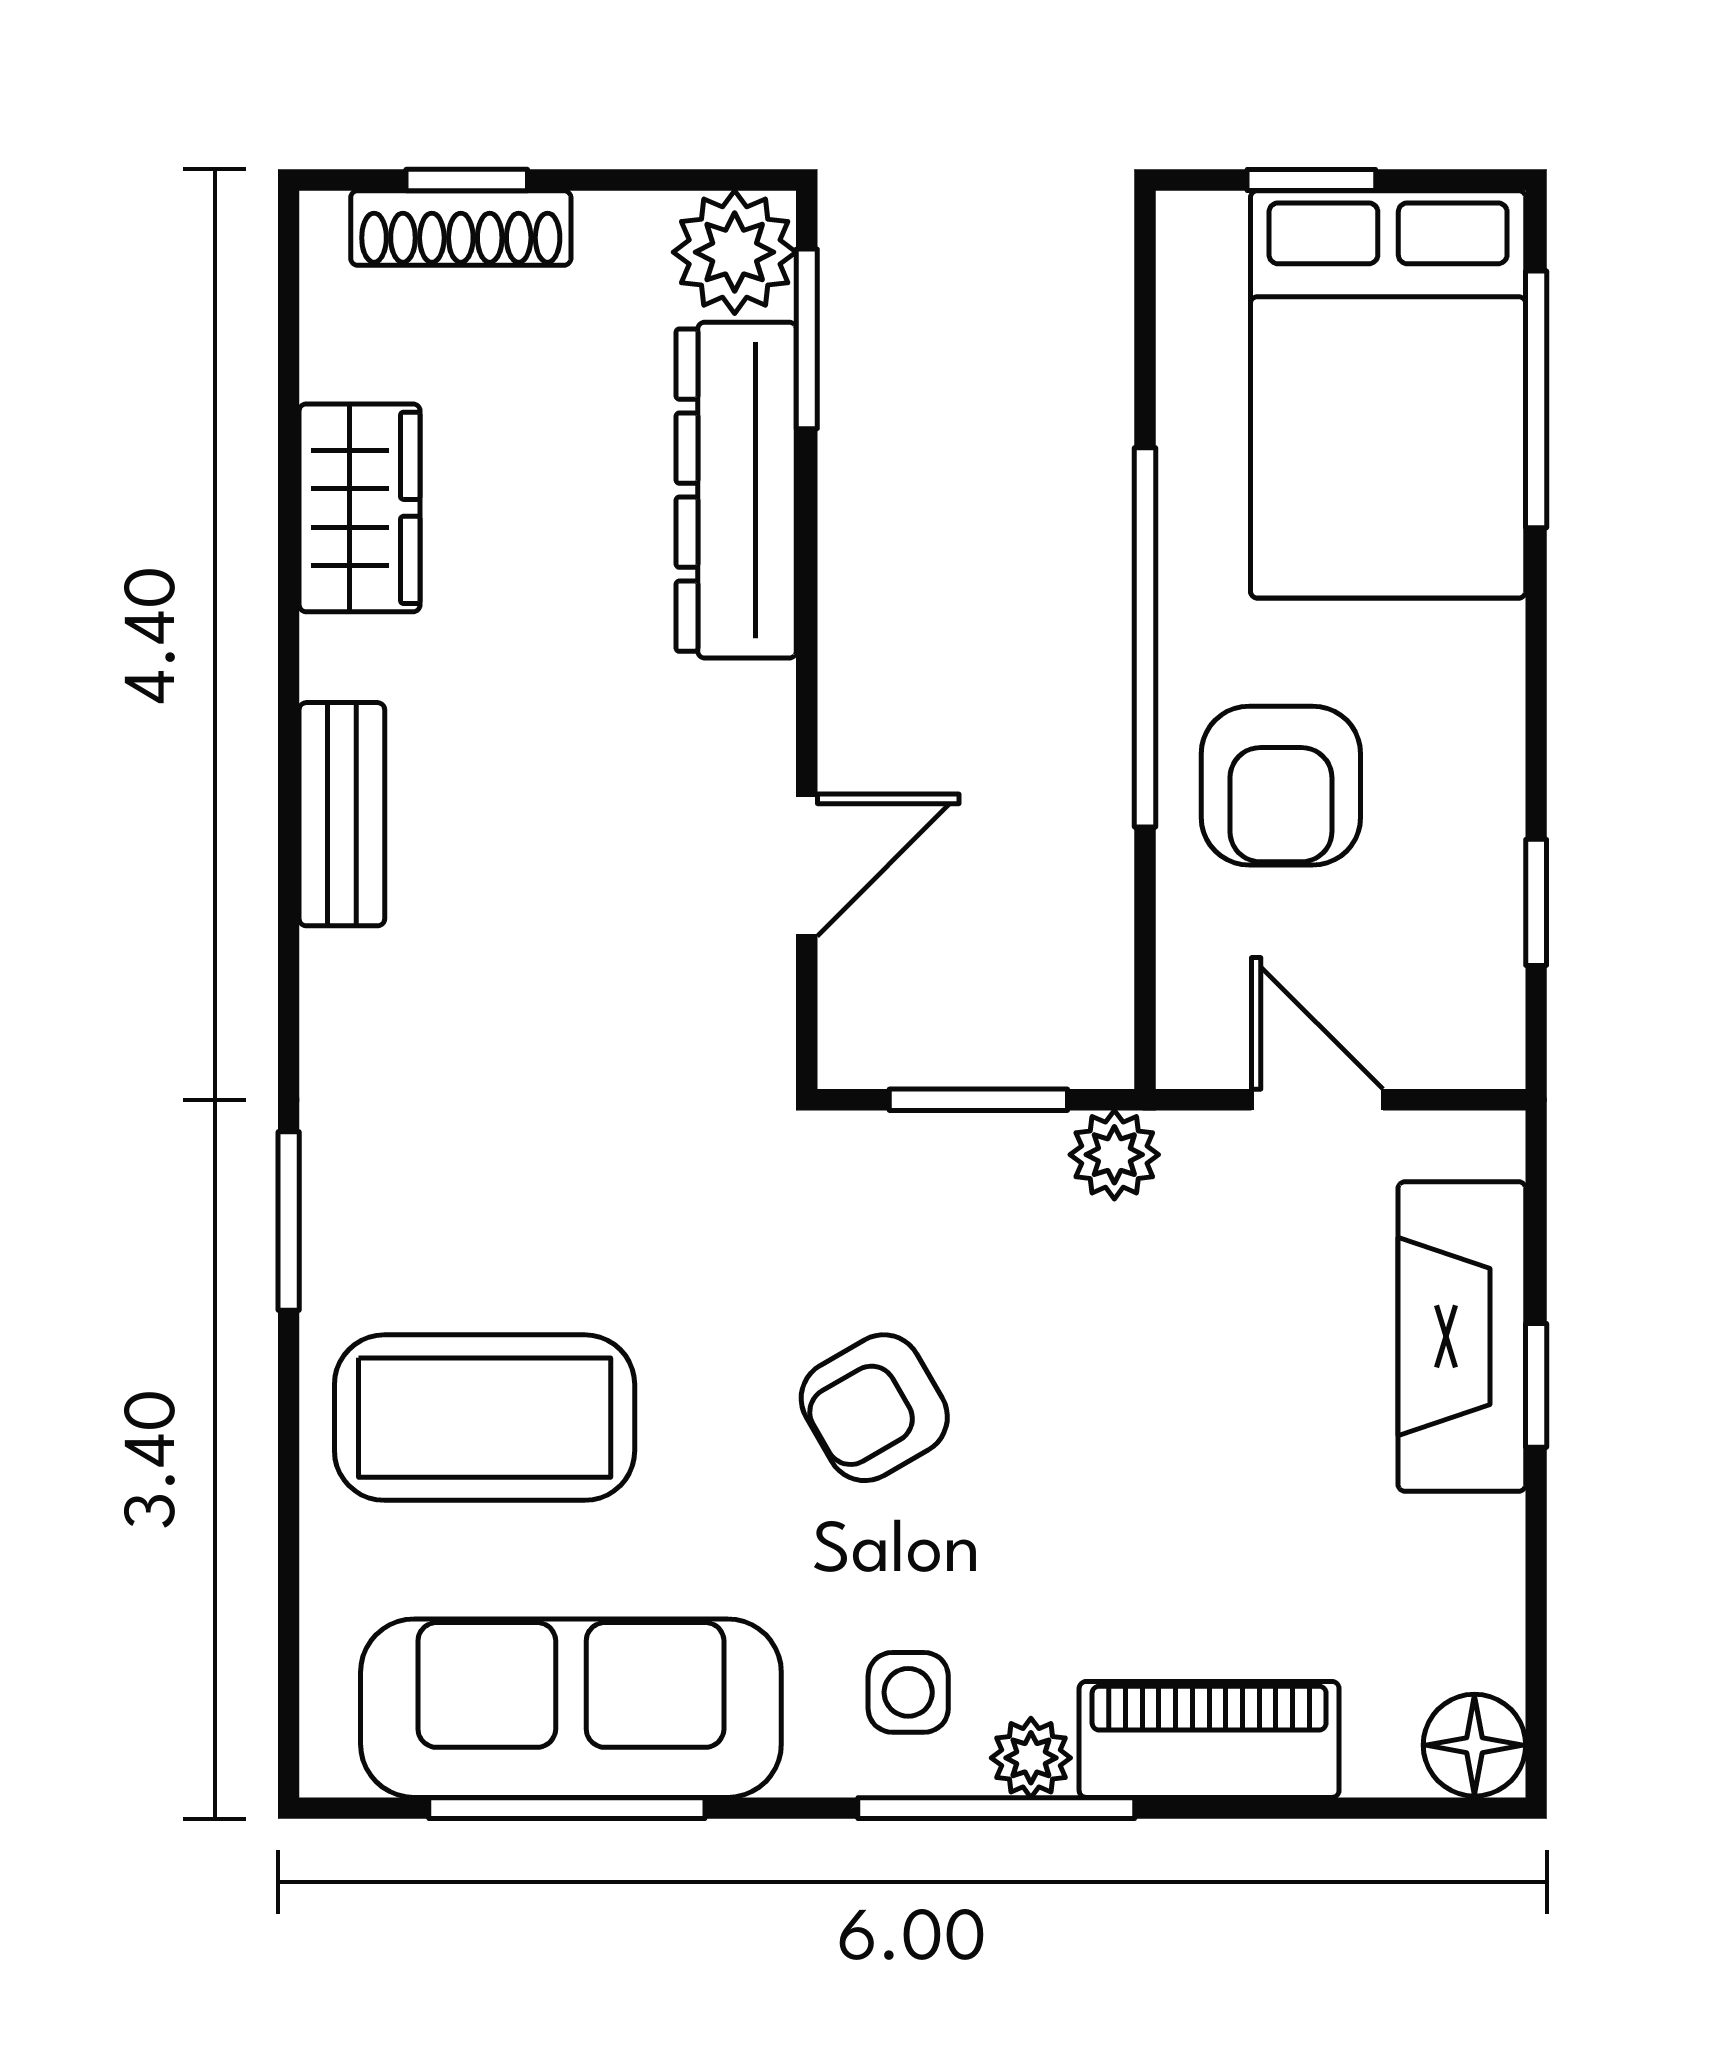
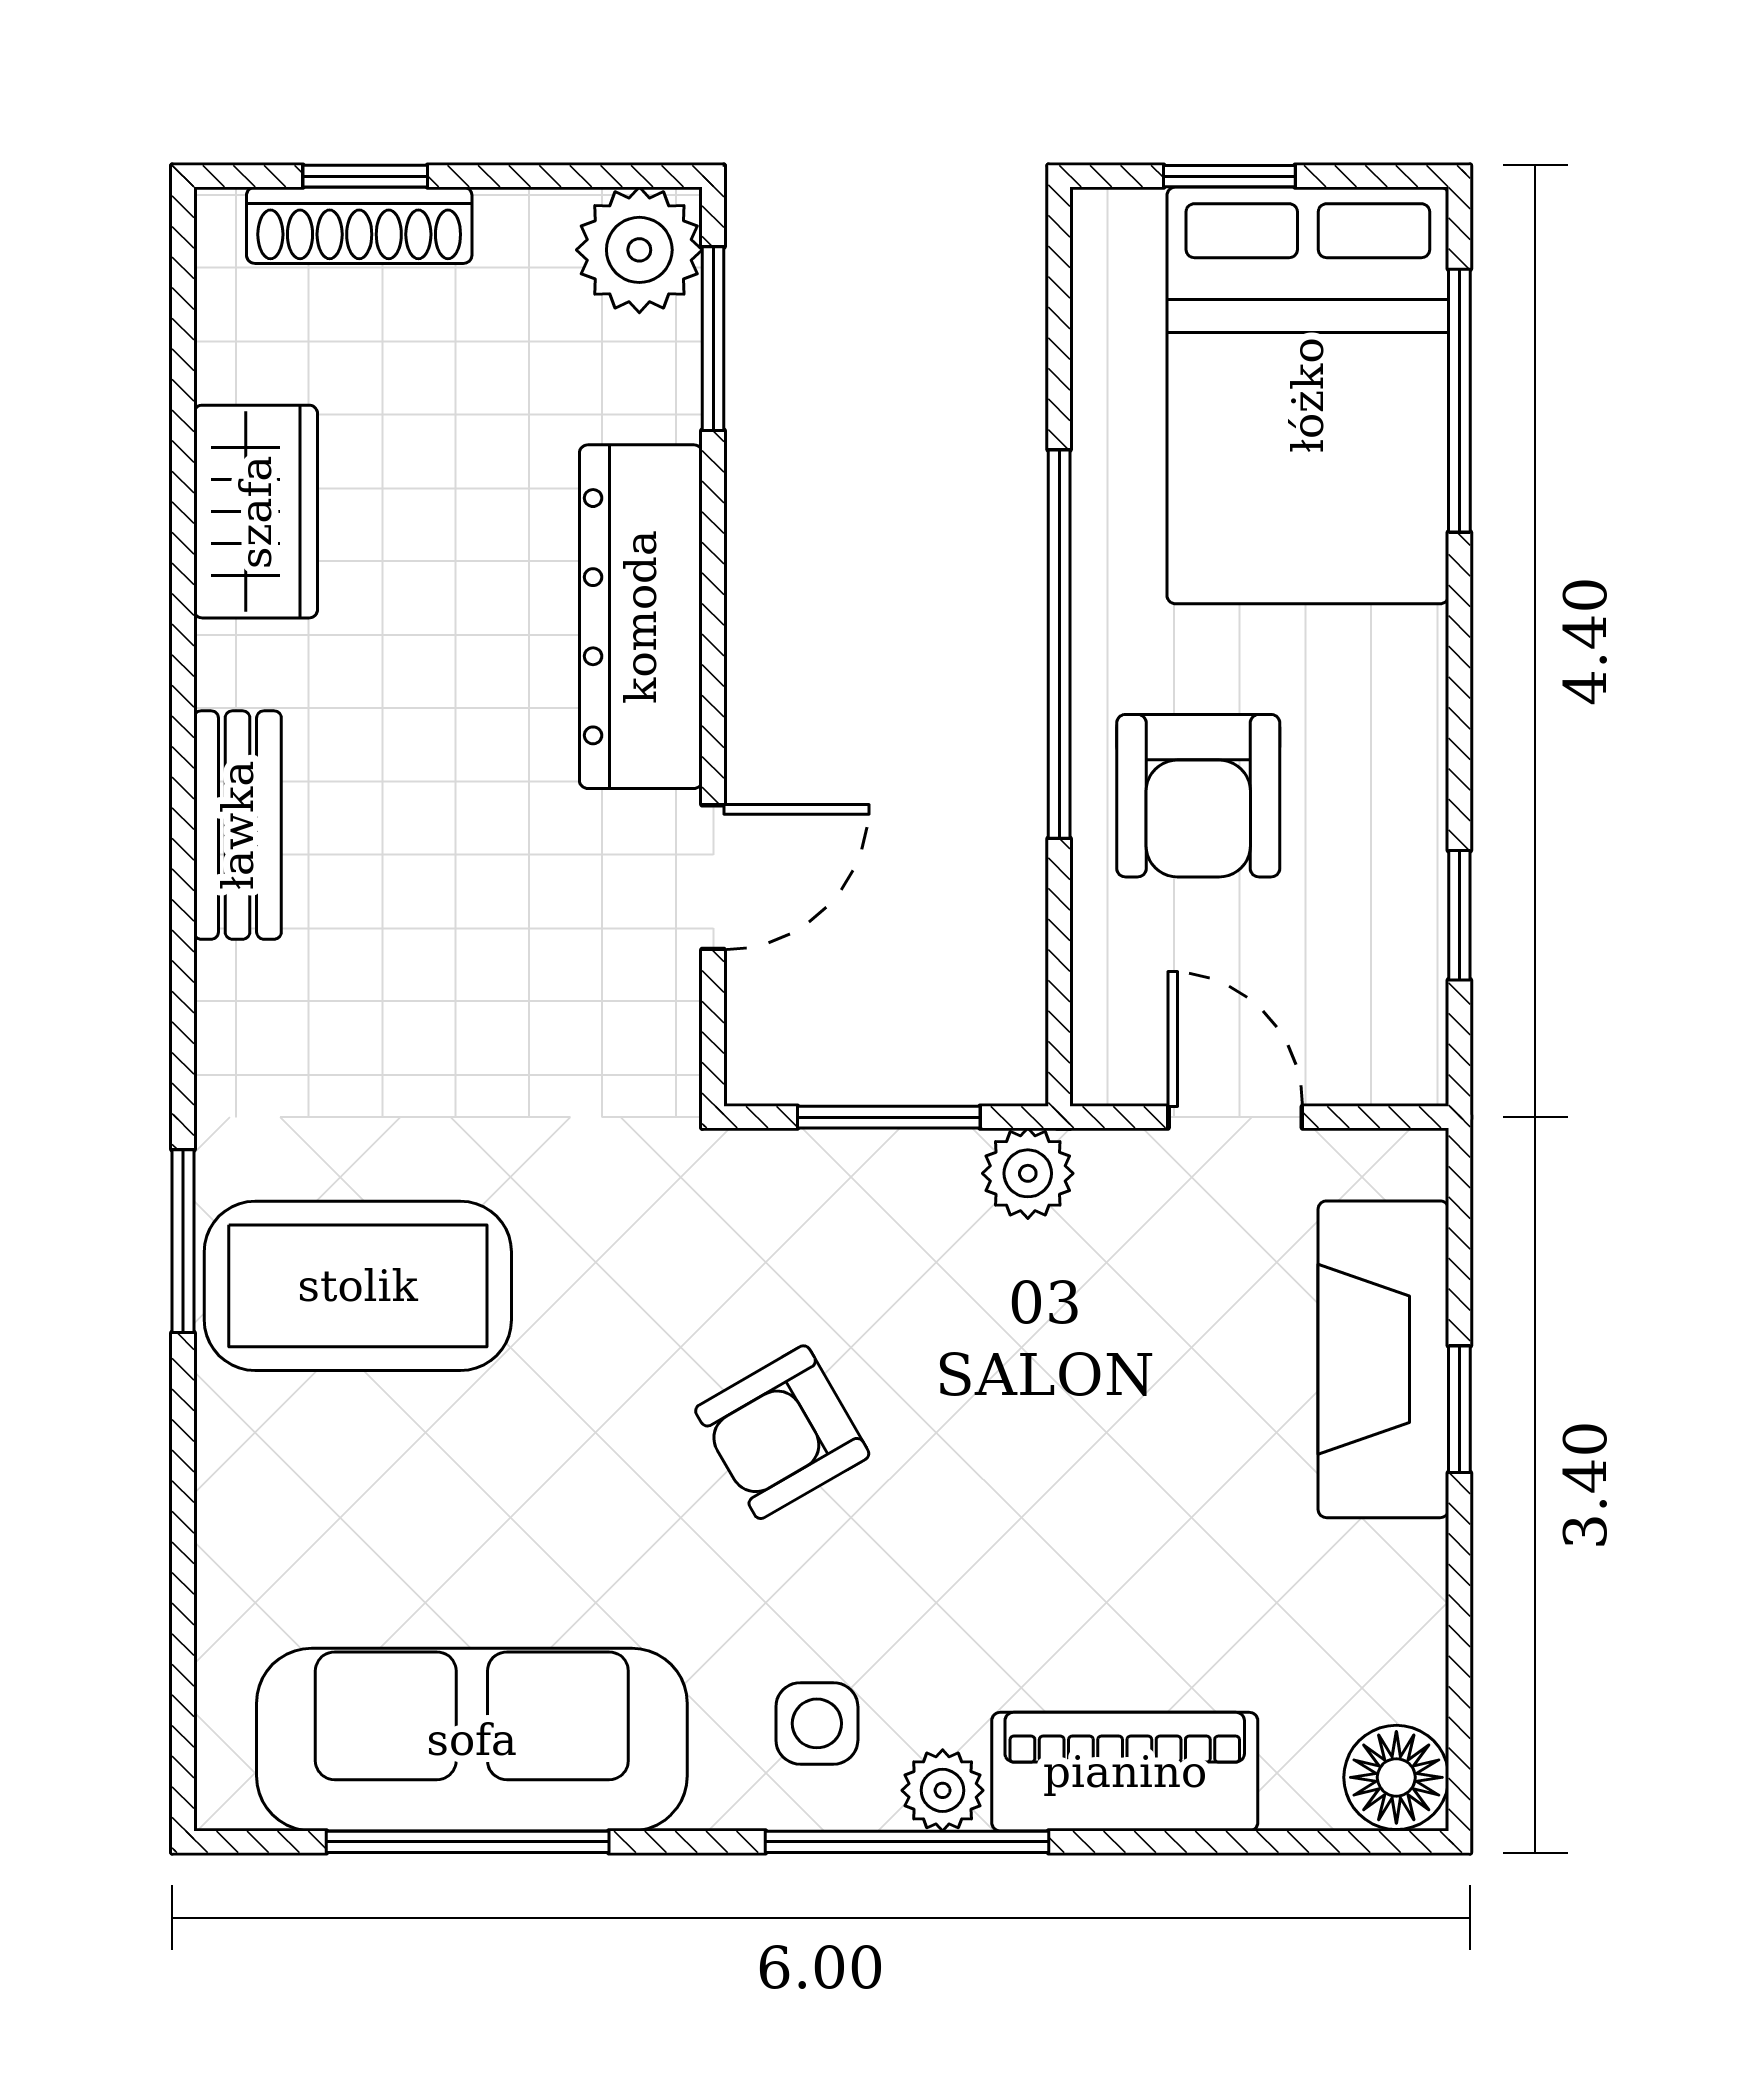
dresser: (736, 490) -> (641, 617), moved
coffee table: (485, 1418) -> (358, 1286), moved

